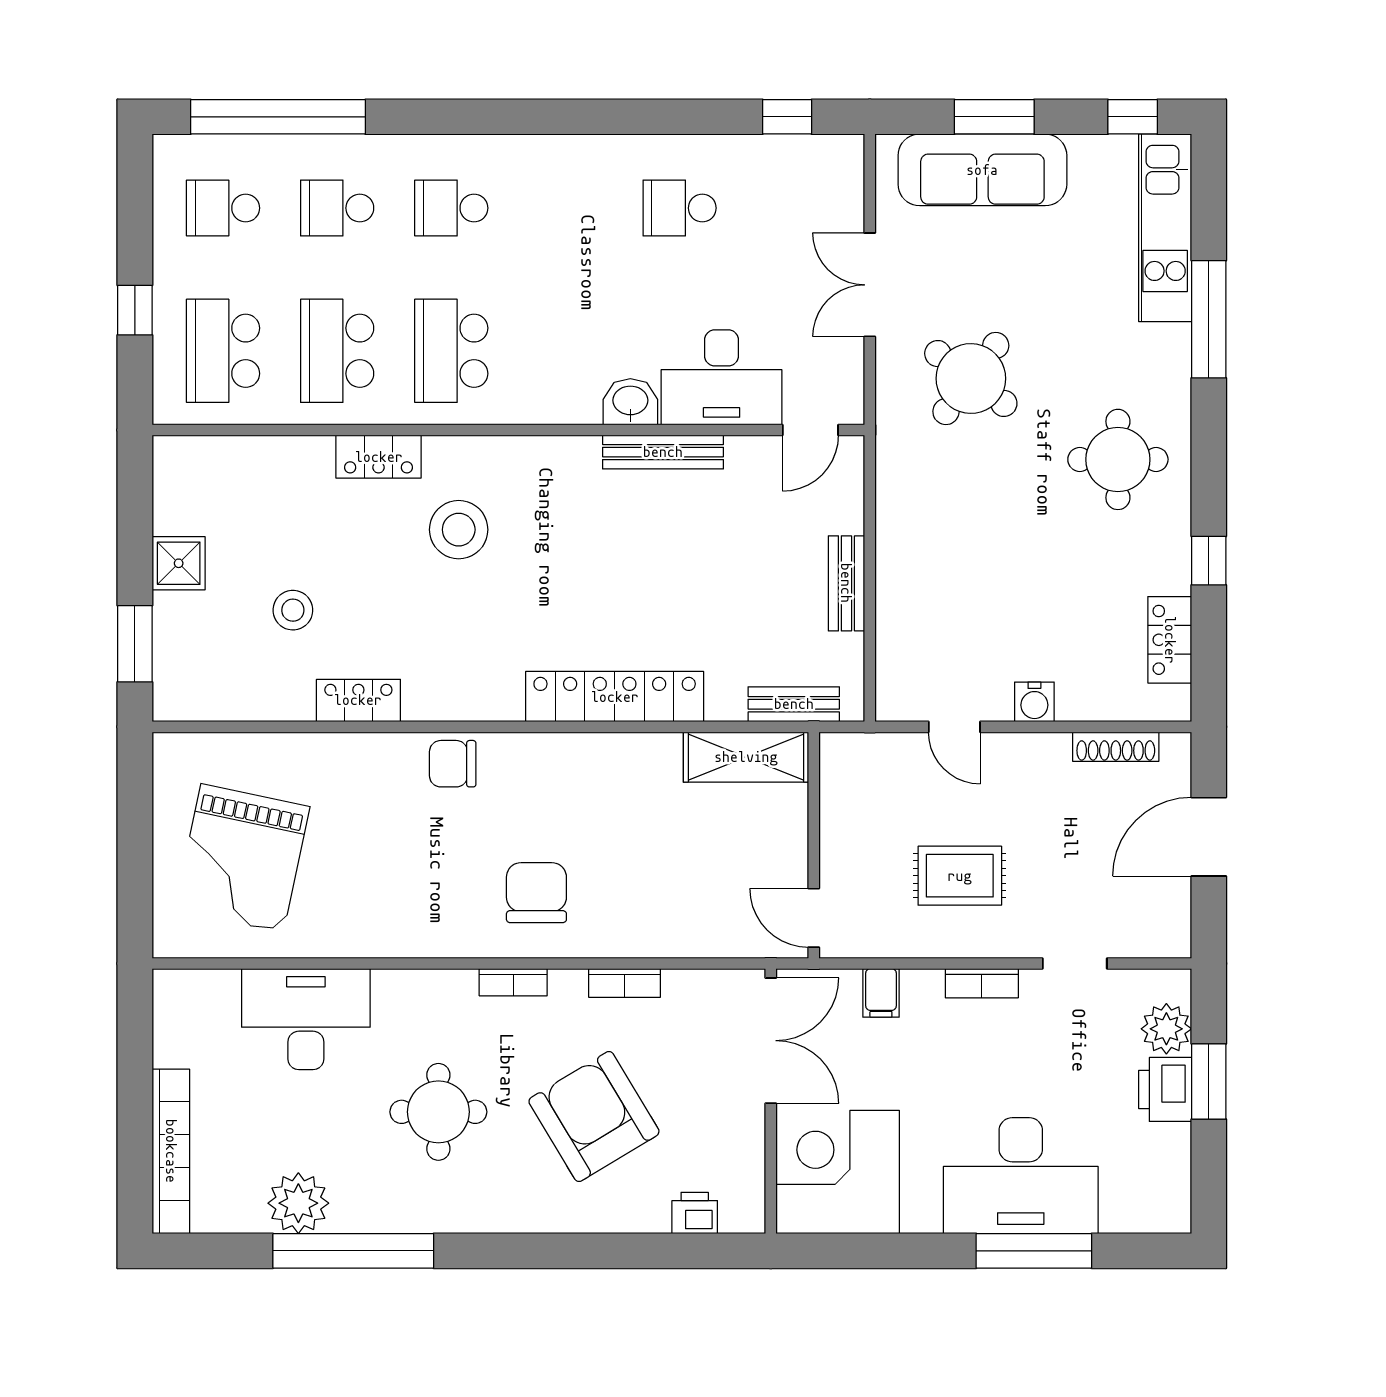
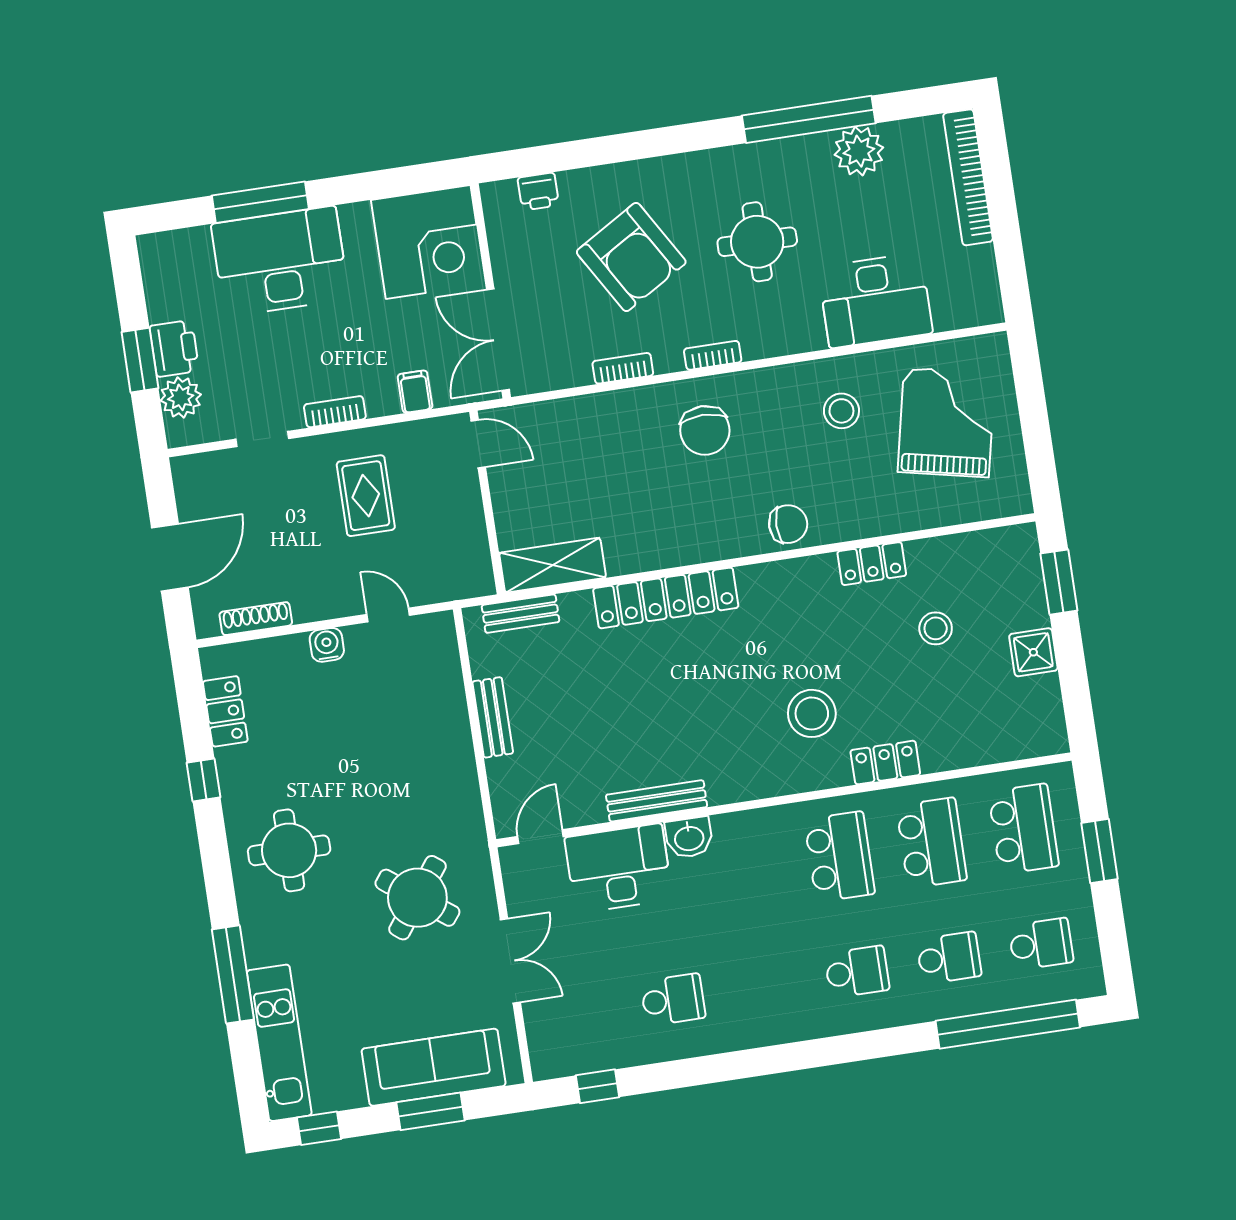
window: (135, 310) -> (1099, 851), width x1.50
rug: (960, 876) -> (366, 496), turned 90
stool: (367, 891) -> (841, 411), added

